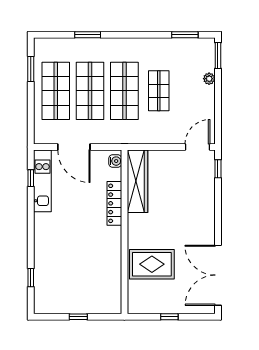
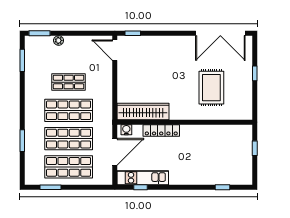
water cooler: (115, 161) -> (126, 130), moved
wardrobe: (137, 181) -> (143, 111), moved
locker: (114, 203) -> (161, 130), moved
wall: (124, 232) -> (185, 122), moved

